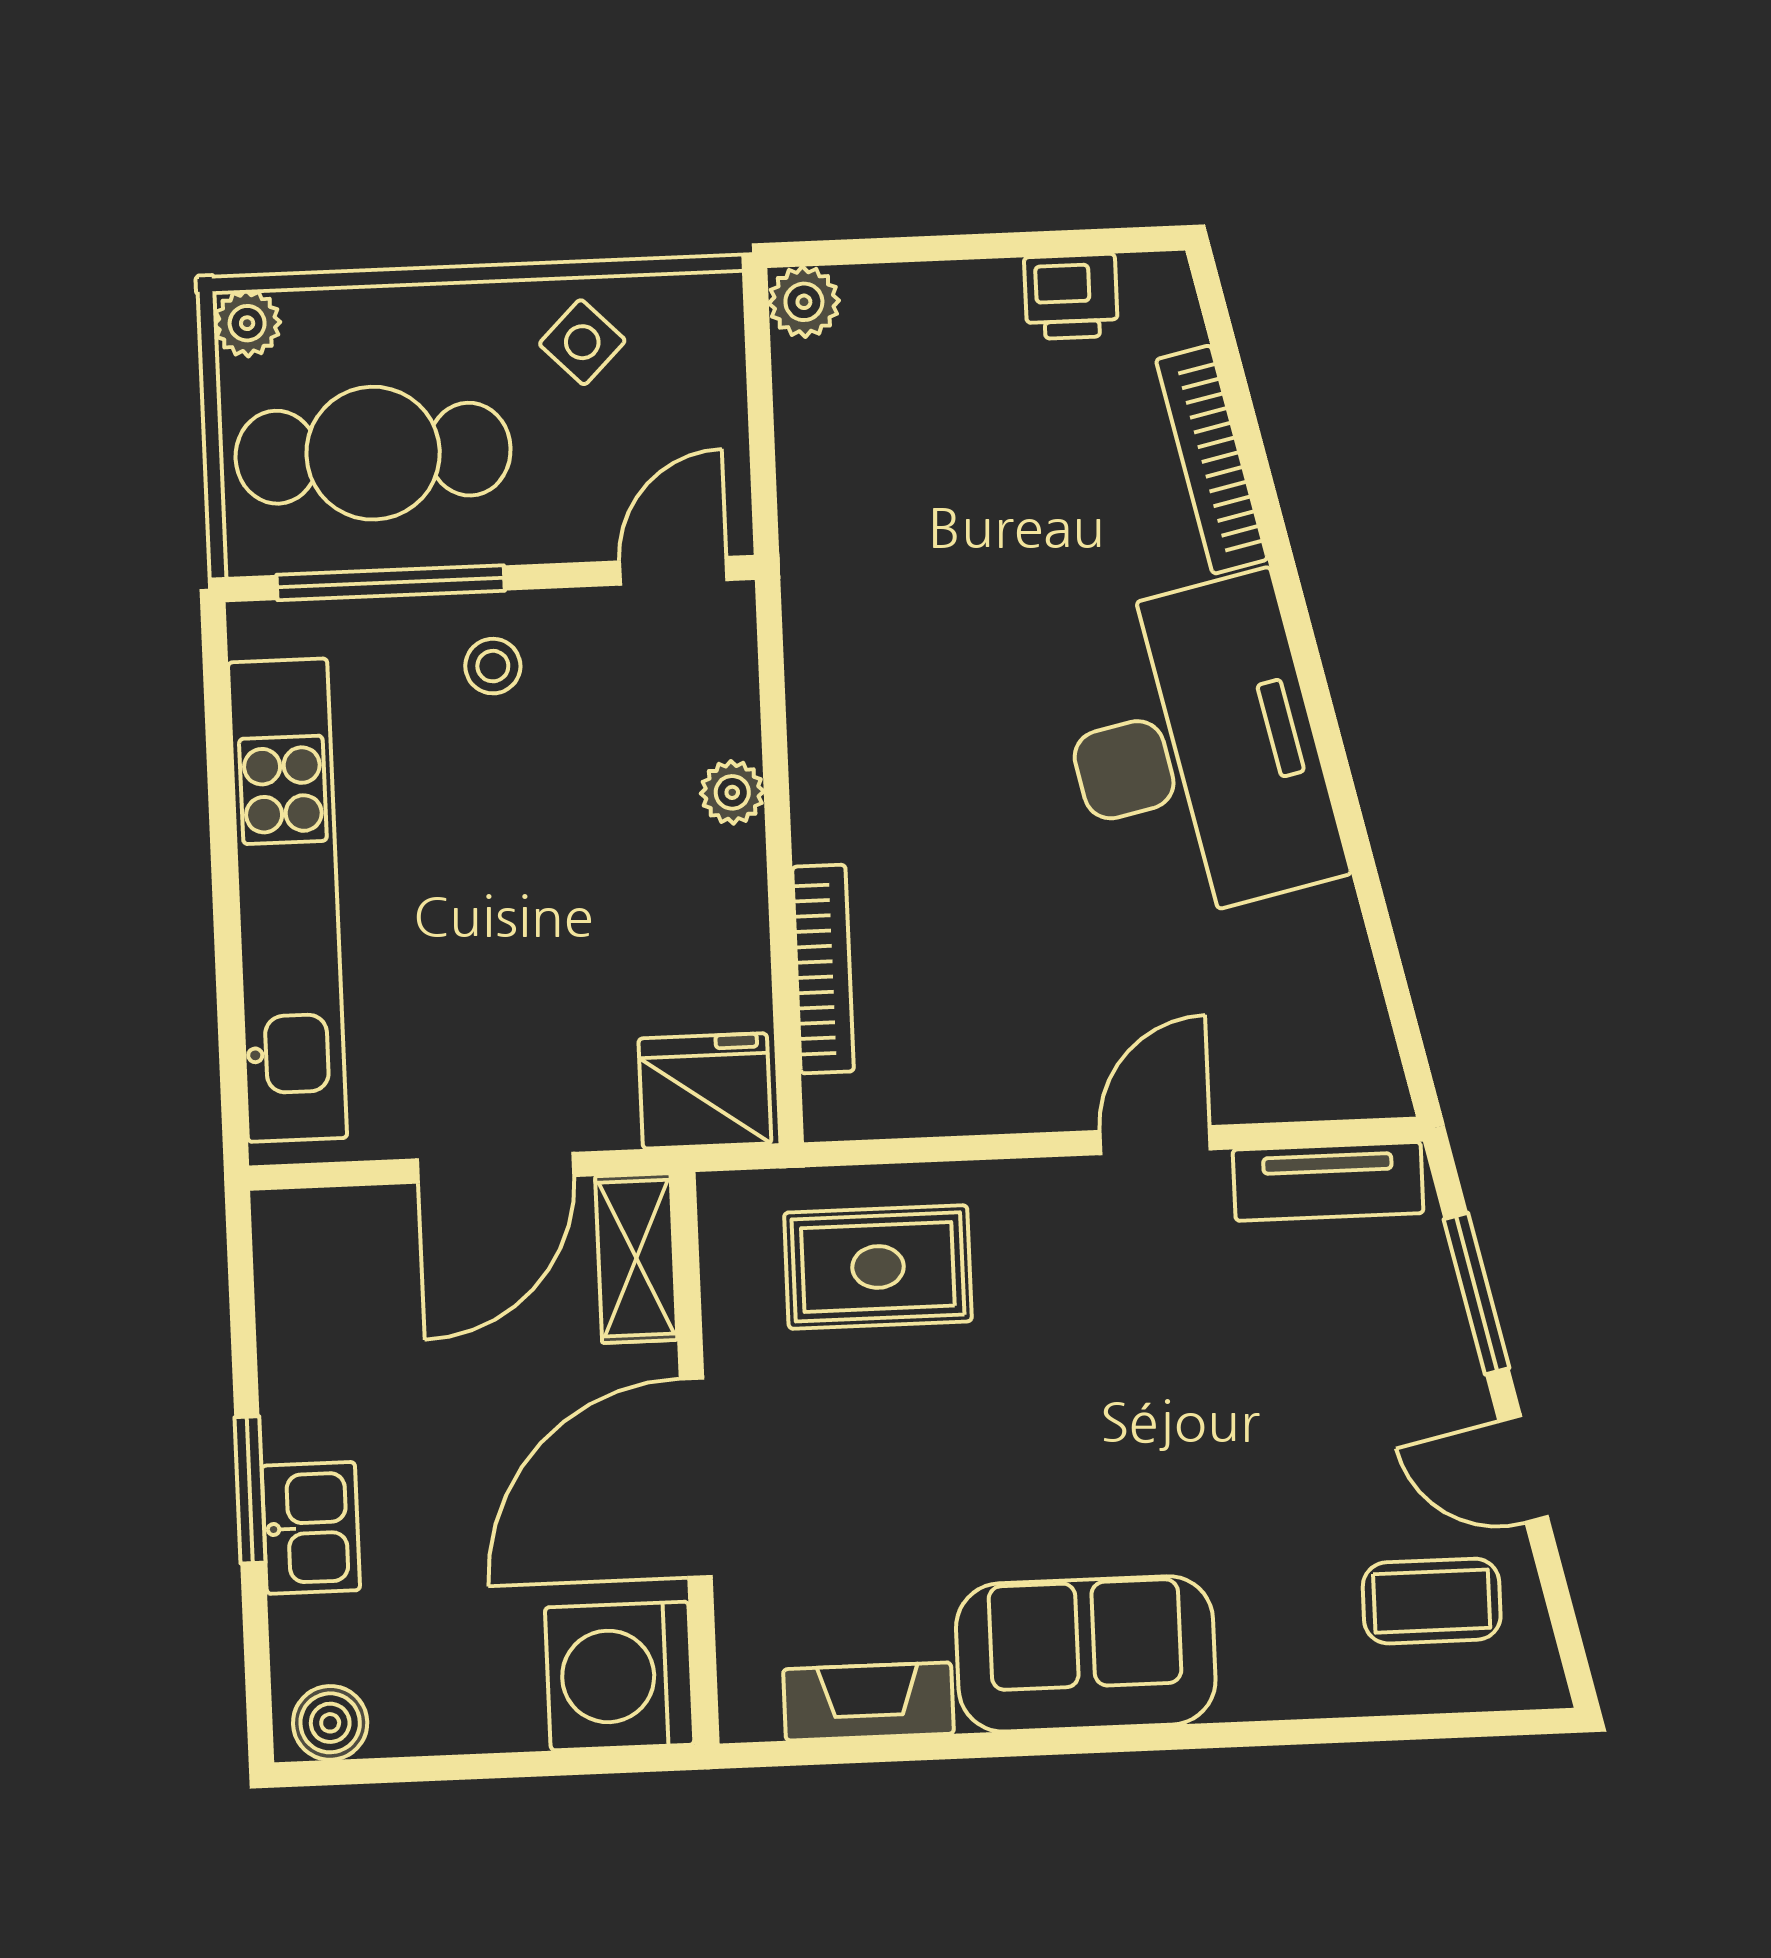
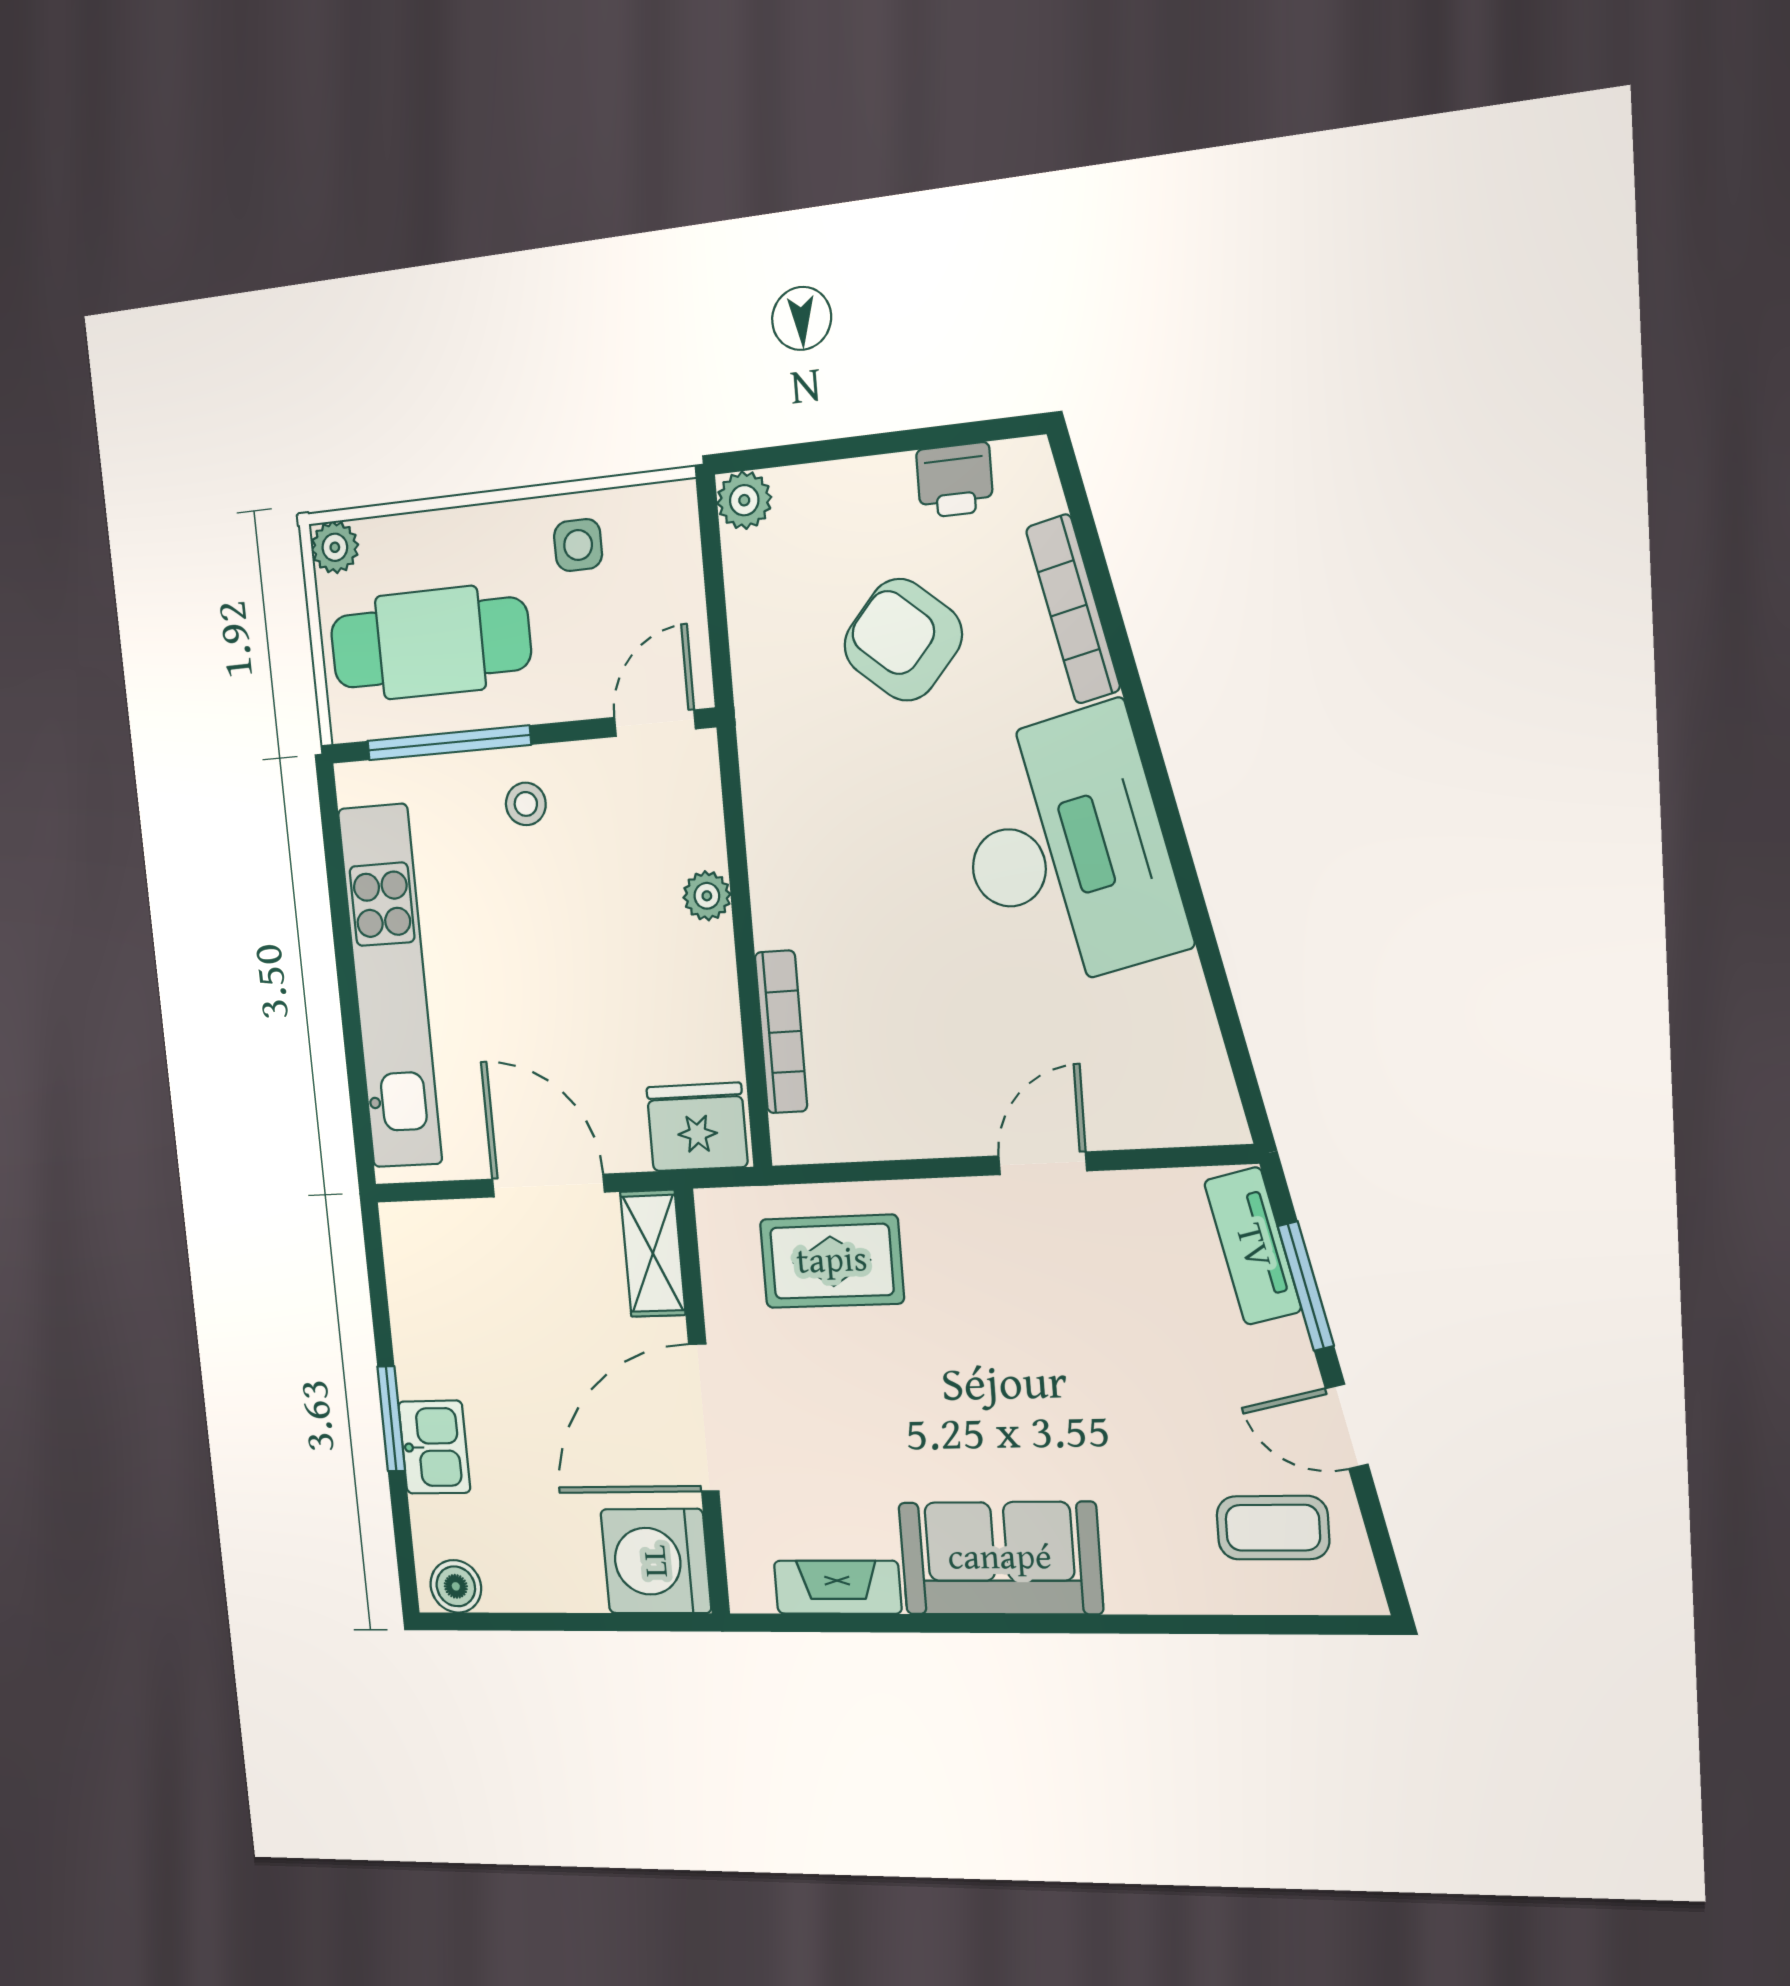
side table: (582, 342) -> (578, 545), turned 45
armchair: (1000, 484) -> (903, 640), added
door: (496, 1168) -> (548, 1186), swing flipped
tv unit: (1328, 1181) -> (1253, 1246), moved, turned 77

